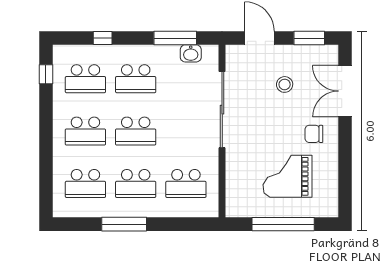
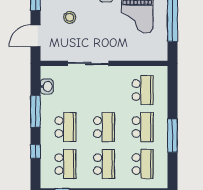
window: (175, 38) -> (35, 111), moved
sliding door: (222, 110) -> (88, 63), width x0.73

